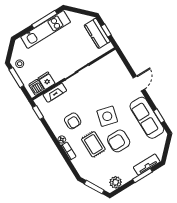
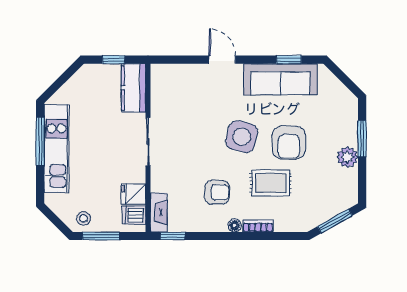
kitchen counter: (97, 33) -> (133, 88), moved, turned 90
fireplace: (55, 93) -> (159, 212), moved
tv unit: (147, 164) -> (350, 122), removed
plant: (116, 182) -> (347, 157), moved

